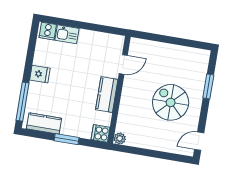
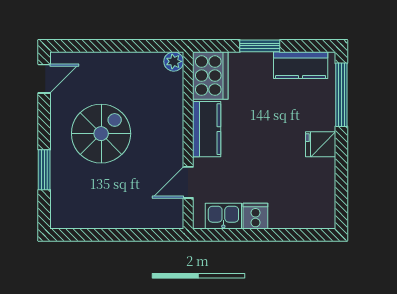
cooker: (48, 31) -> (255, 216), moved
kitchen sink: (67, 34) -> (223, 216), moved
spiral stairs: (171, 102) -> (101, 134), turned -90
cooker: (101, 133) -> (210, 76), width x1.87, depth x1.31

